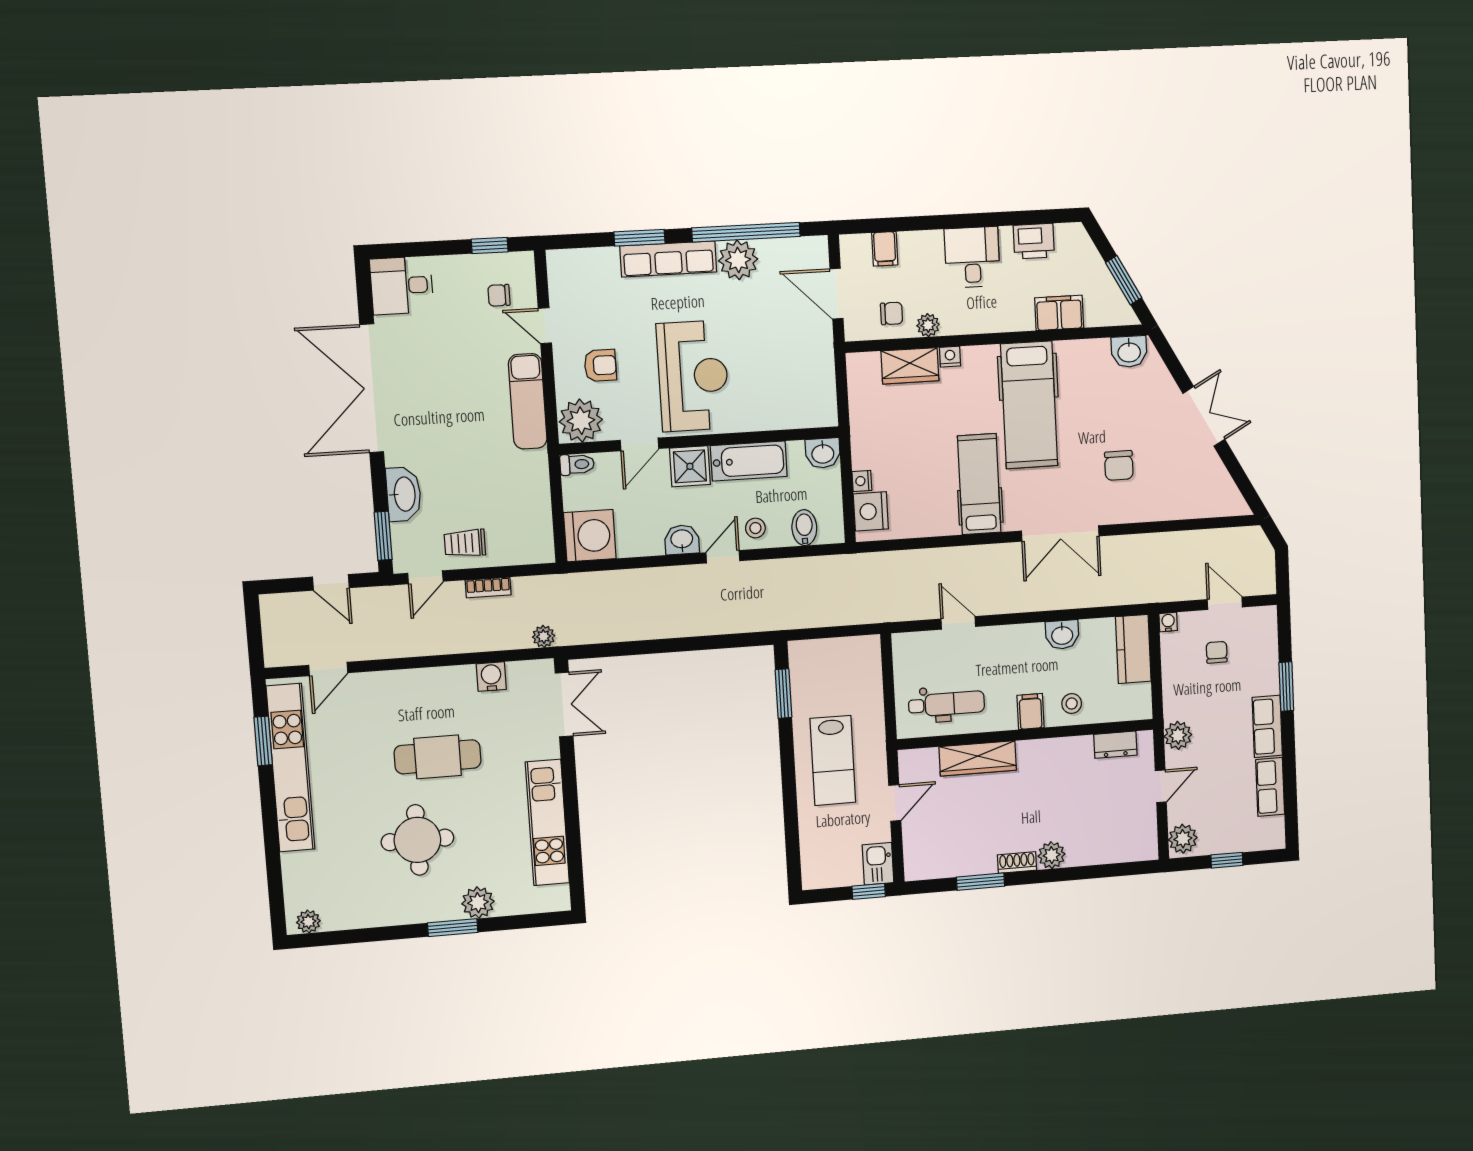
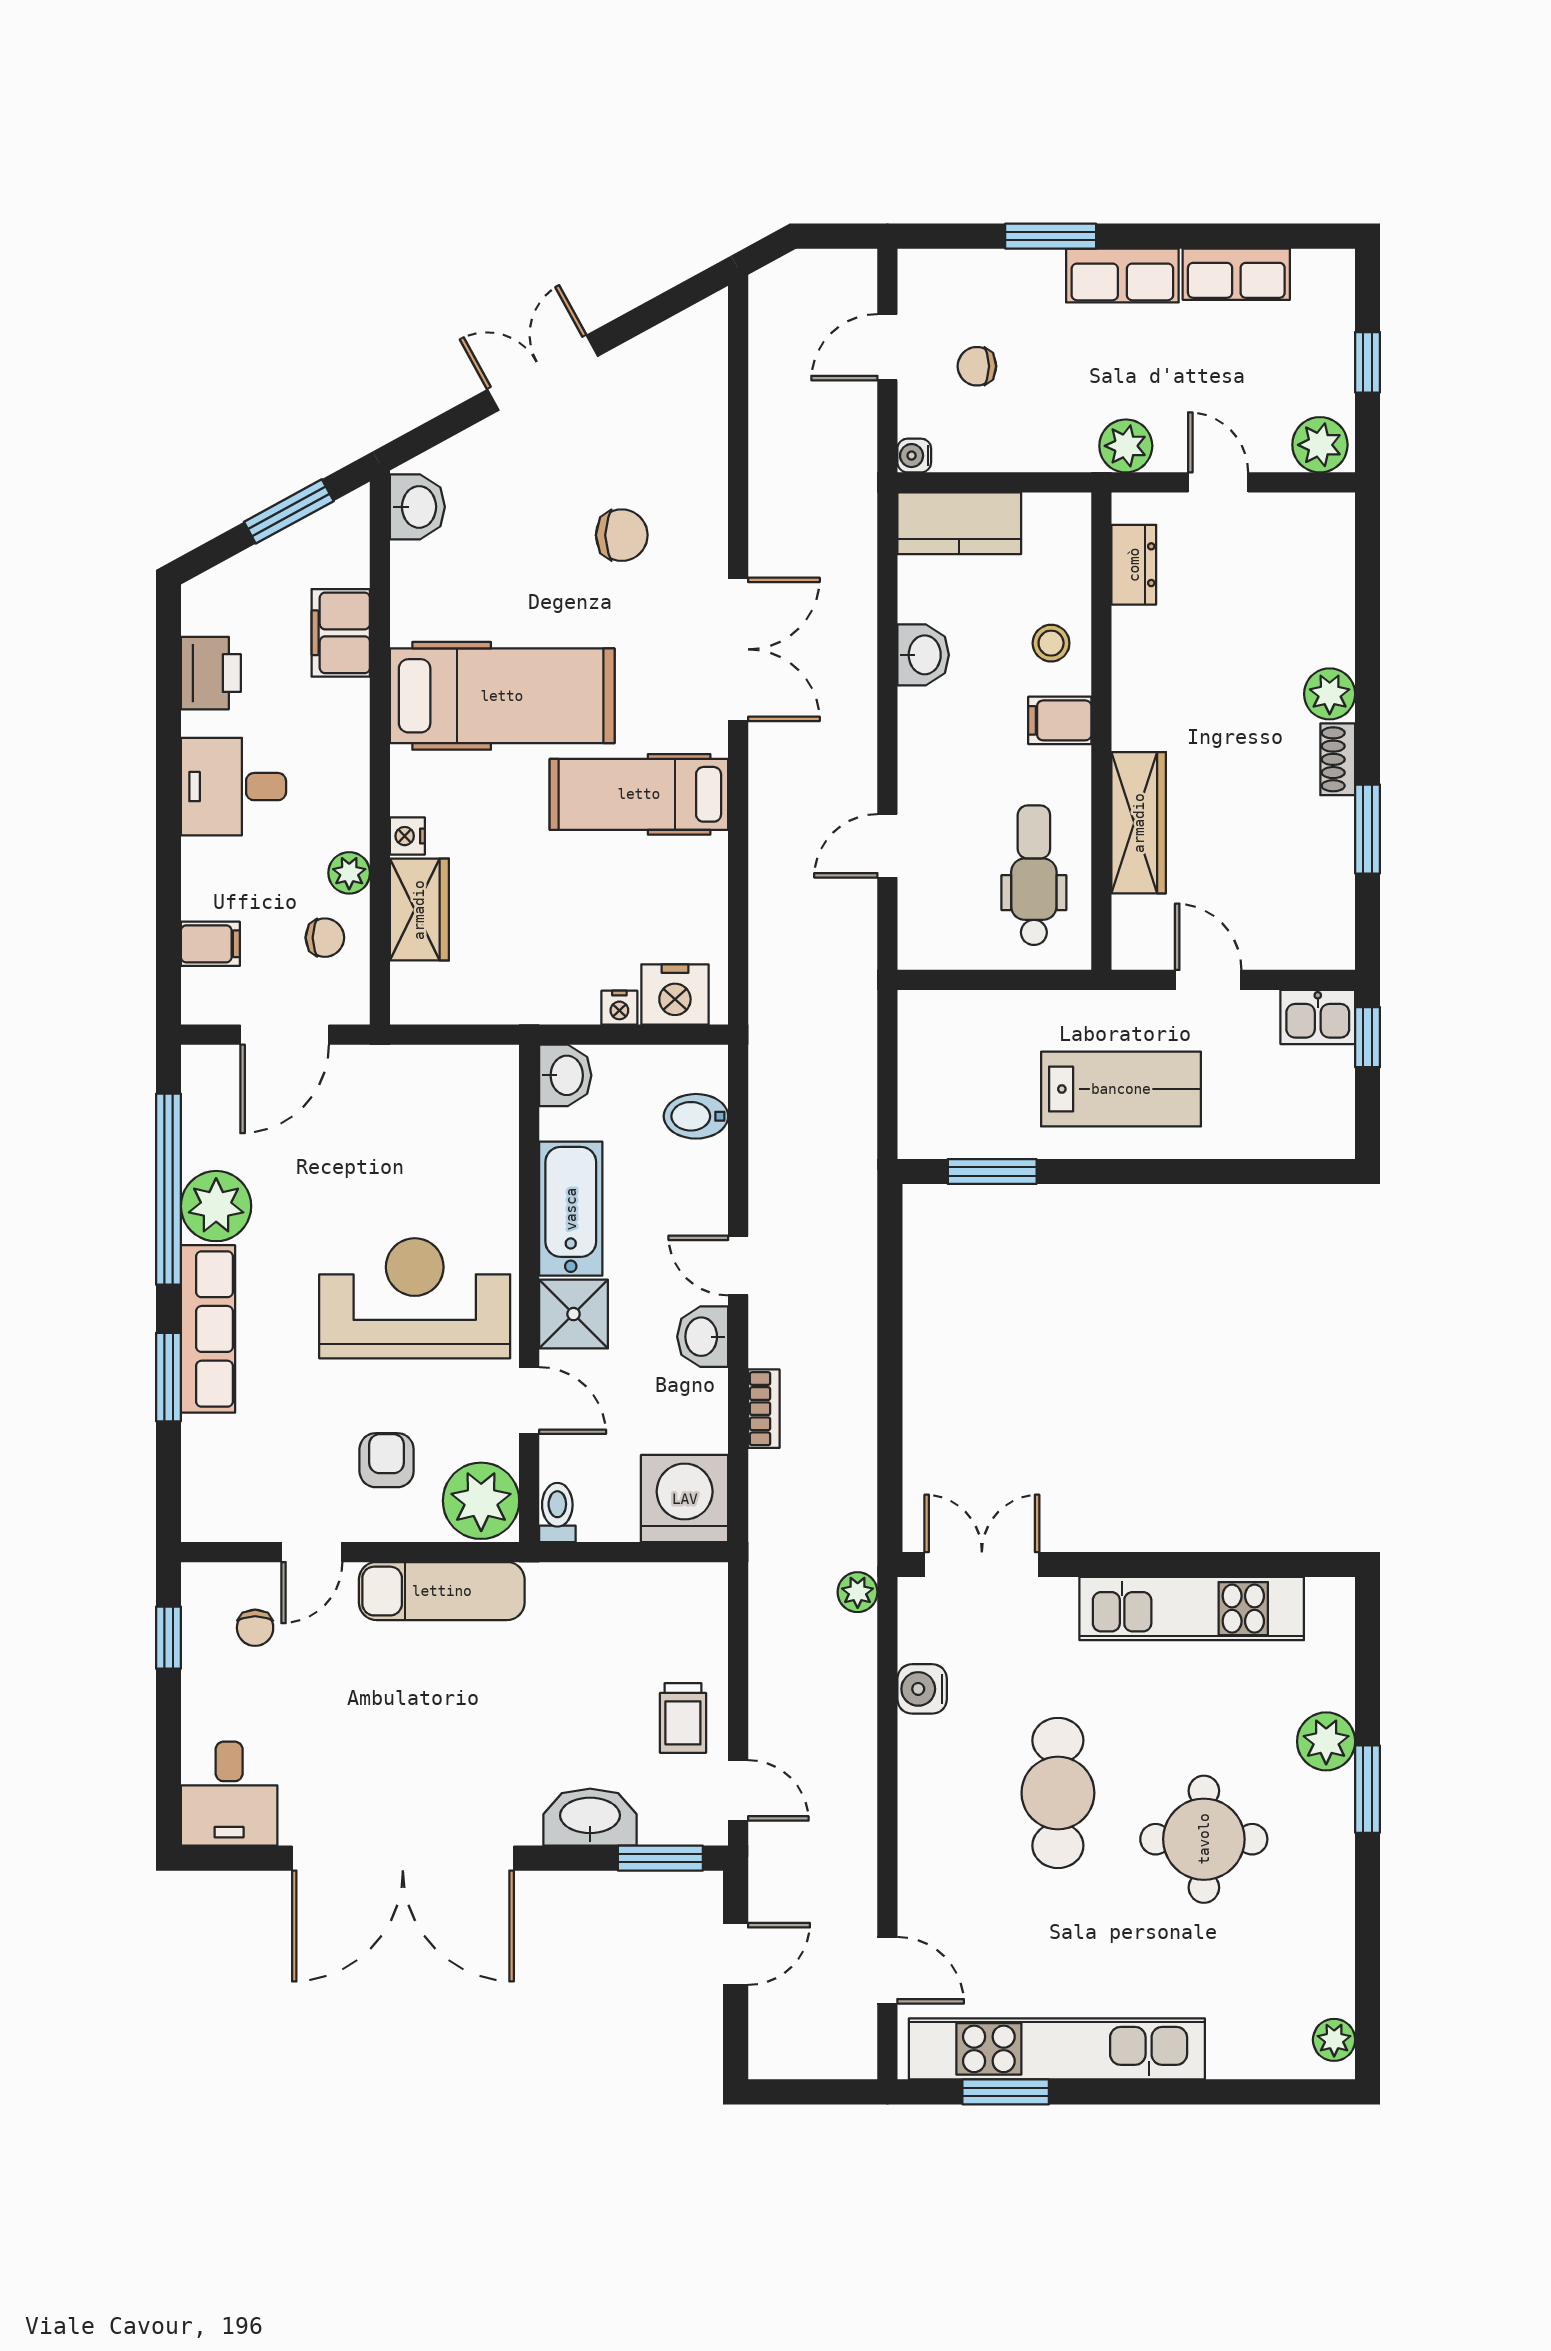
chair: (892, 313) -> (325, 938), turned 90
stool: (755, 528) -> (691, 1204), removed
bookcase: (488, 587) -> (764, 1409), moved

